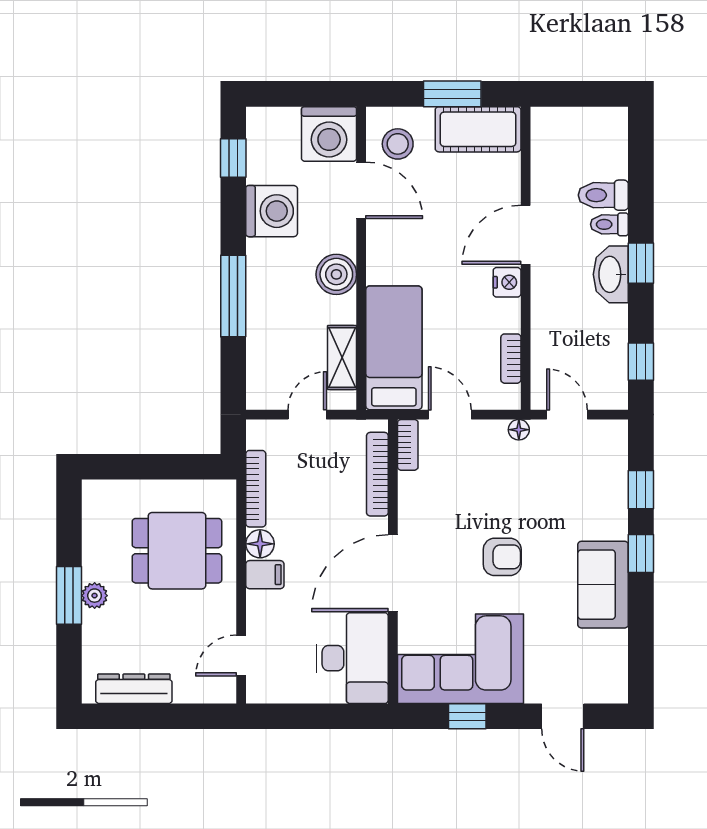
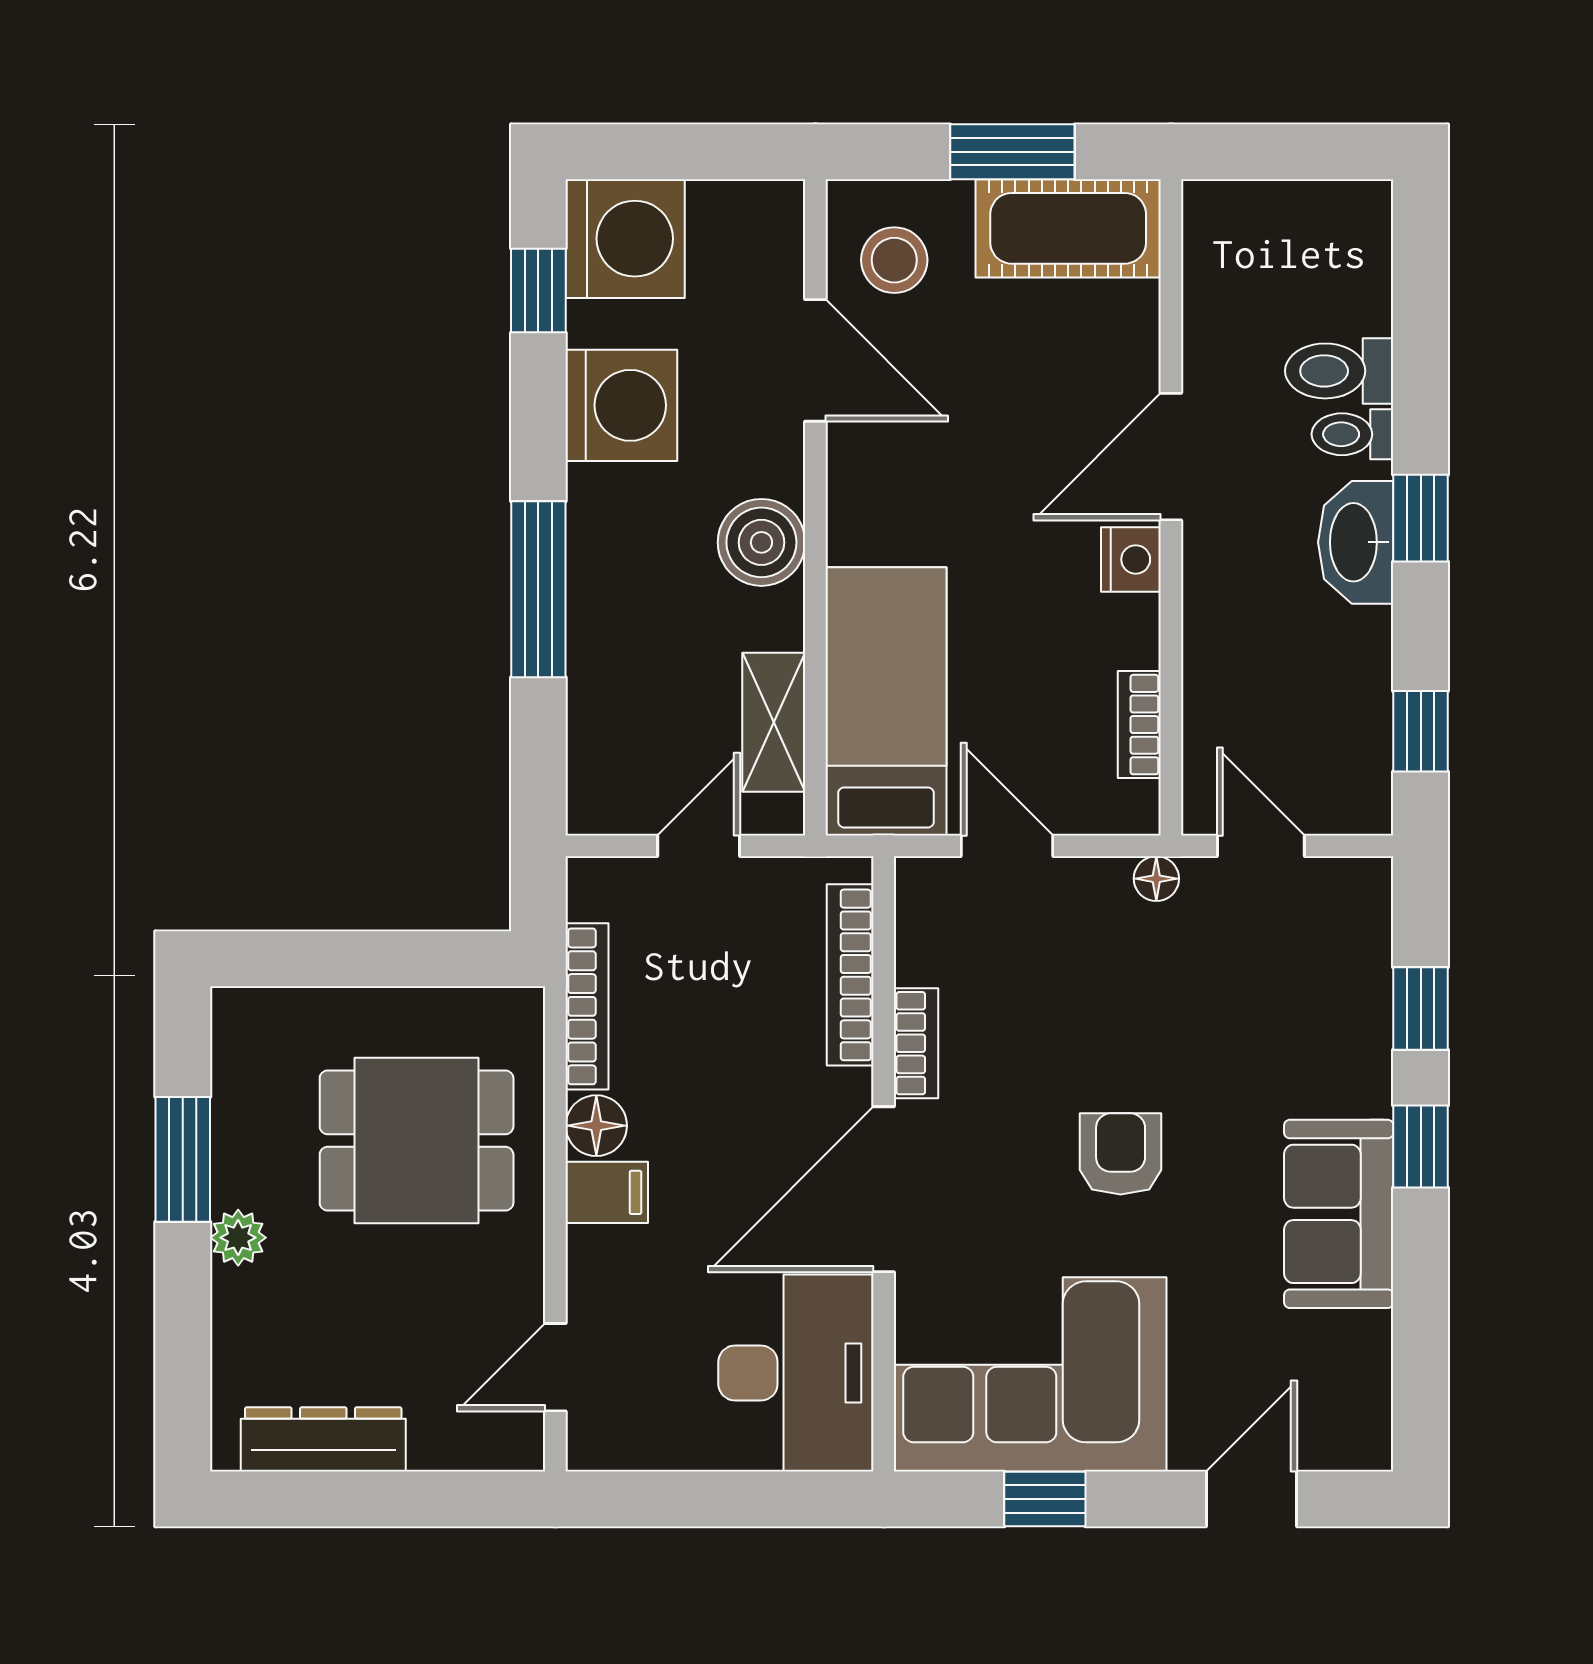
washing machine: (329, 134) -> (625, 239), moved, turned -90
bookcase: (408, 445) -> (916, 1043), moved
armchair: (502, 557) -> (1121, 1154), turned -90
window: (69, 595) -> (183, 1159), moved
door: (563, 716) -> (1251, 1499), swing flipped

